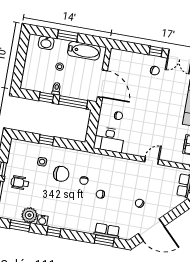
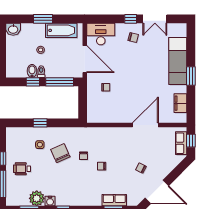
washbasin: (46, 43) -> (13, 29), moved
bidet: (47, 86) -> (32, 71), added
desk: (109, 140) -> (101, 34), moved, turned 180
door: (152, 161) -> (145, 125), width x1.87
chair: (61, 174) -> (60, 153), turned -114

